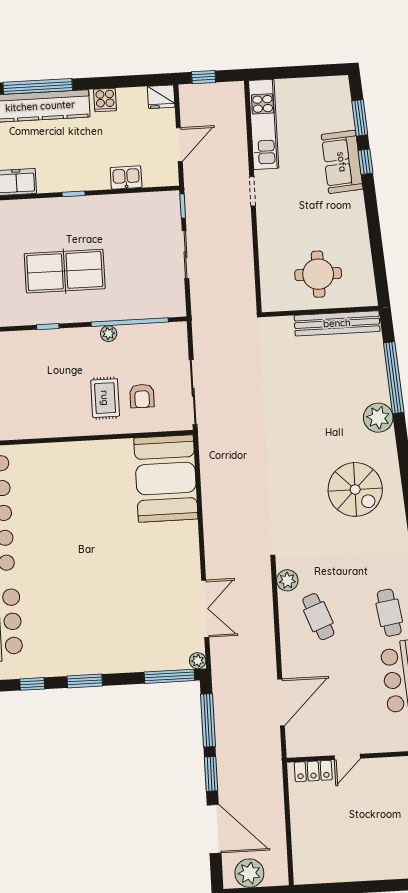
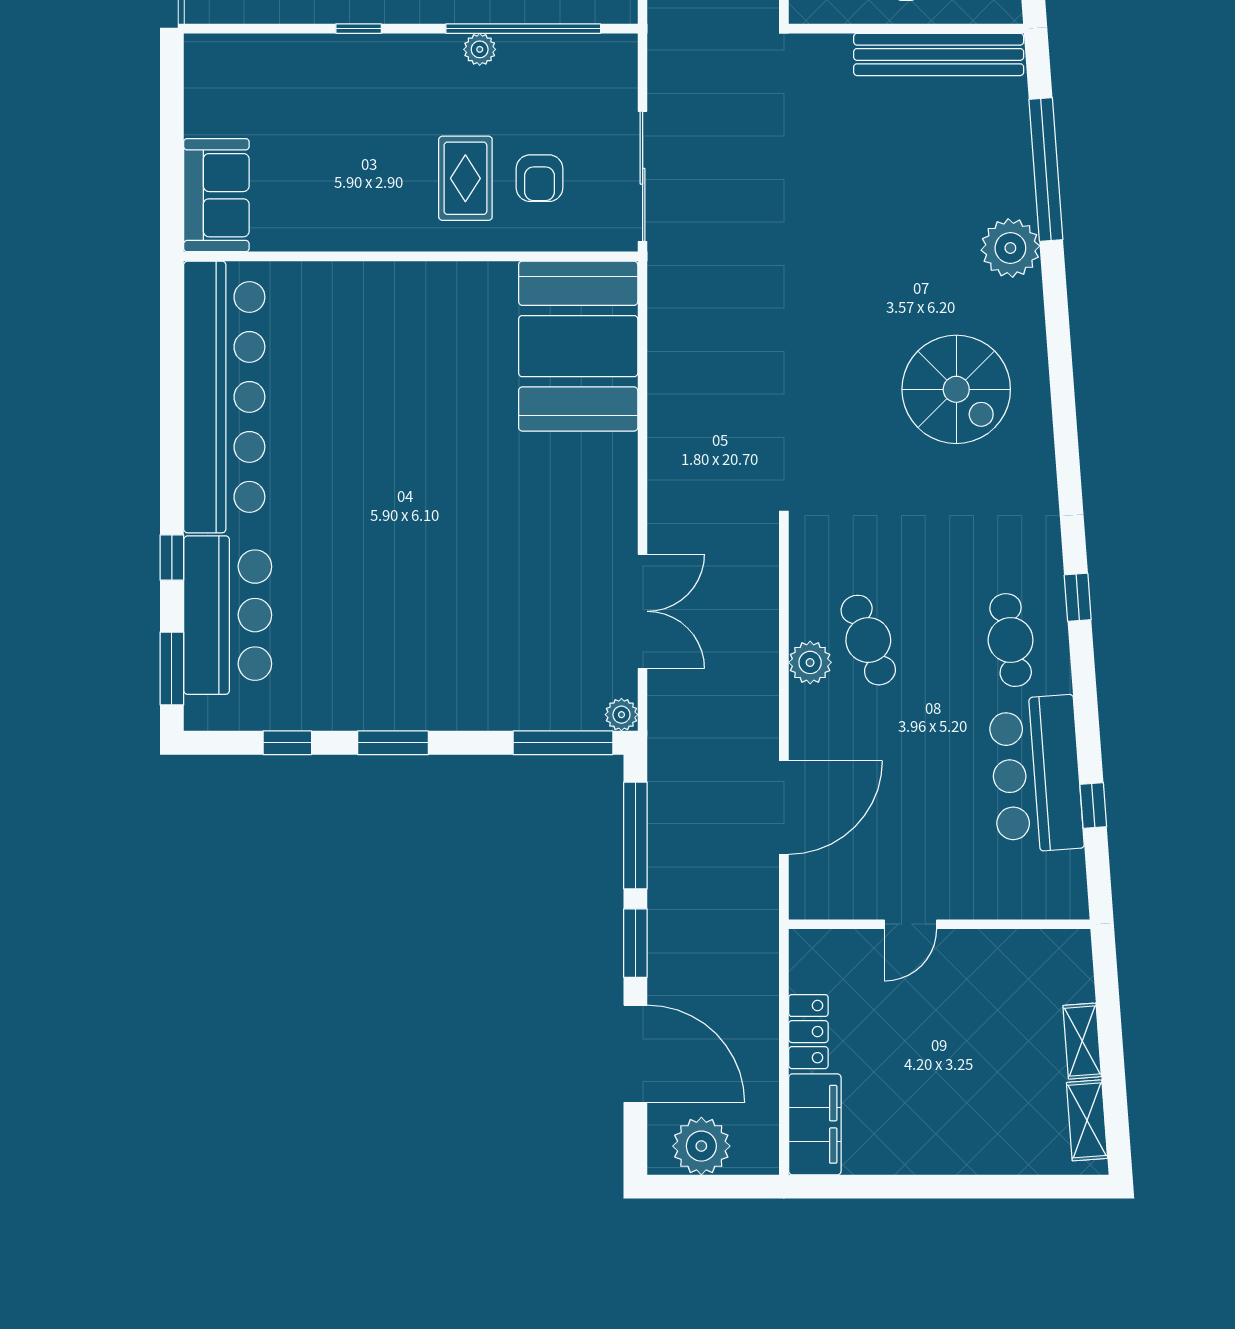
plant: (287, 580) -> (810, 662), moved
locker: (313, 771) -> (808, 1032), moved, turned -90
filing cabinet: (305, 859) -> (815, 1124), added

